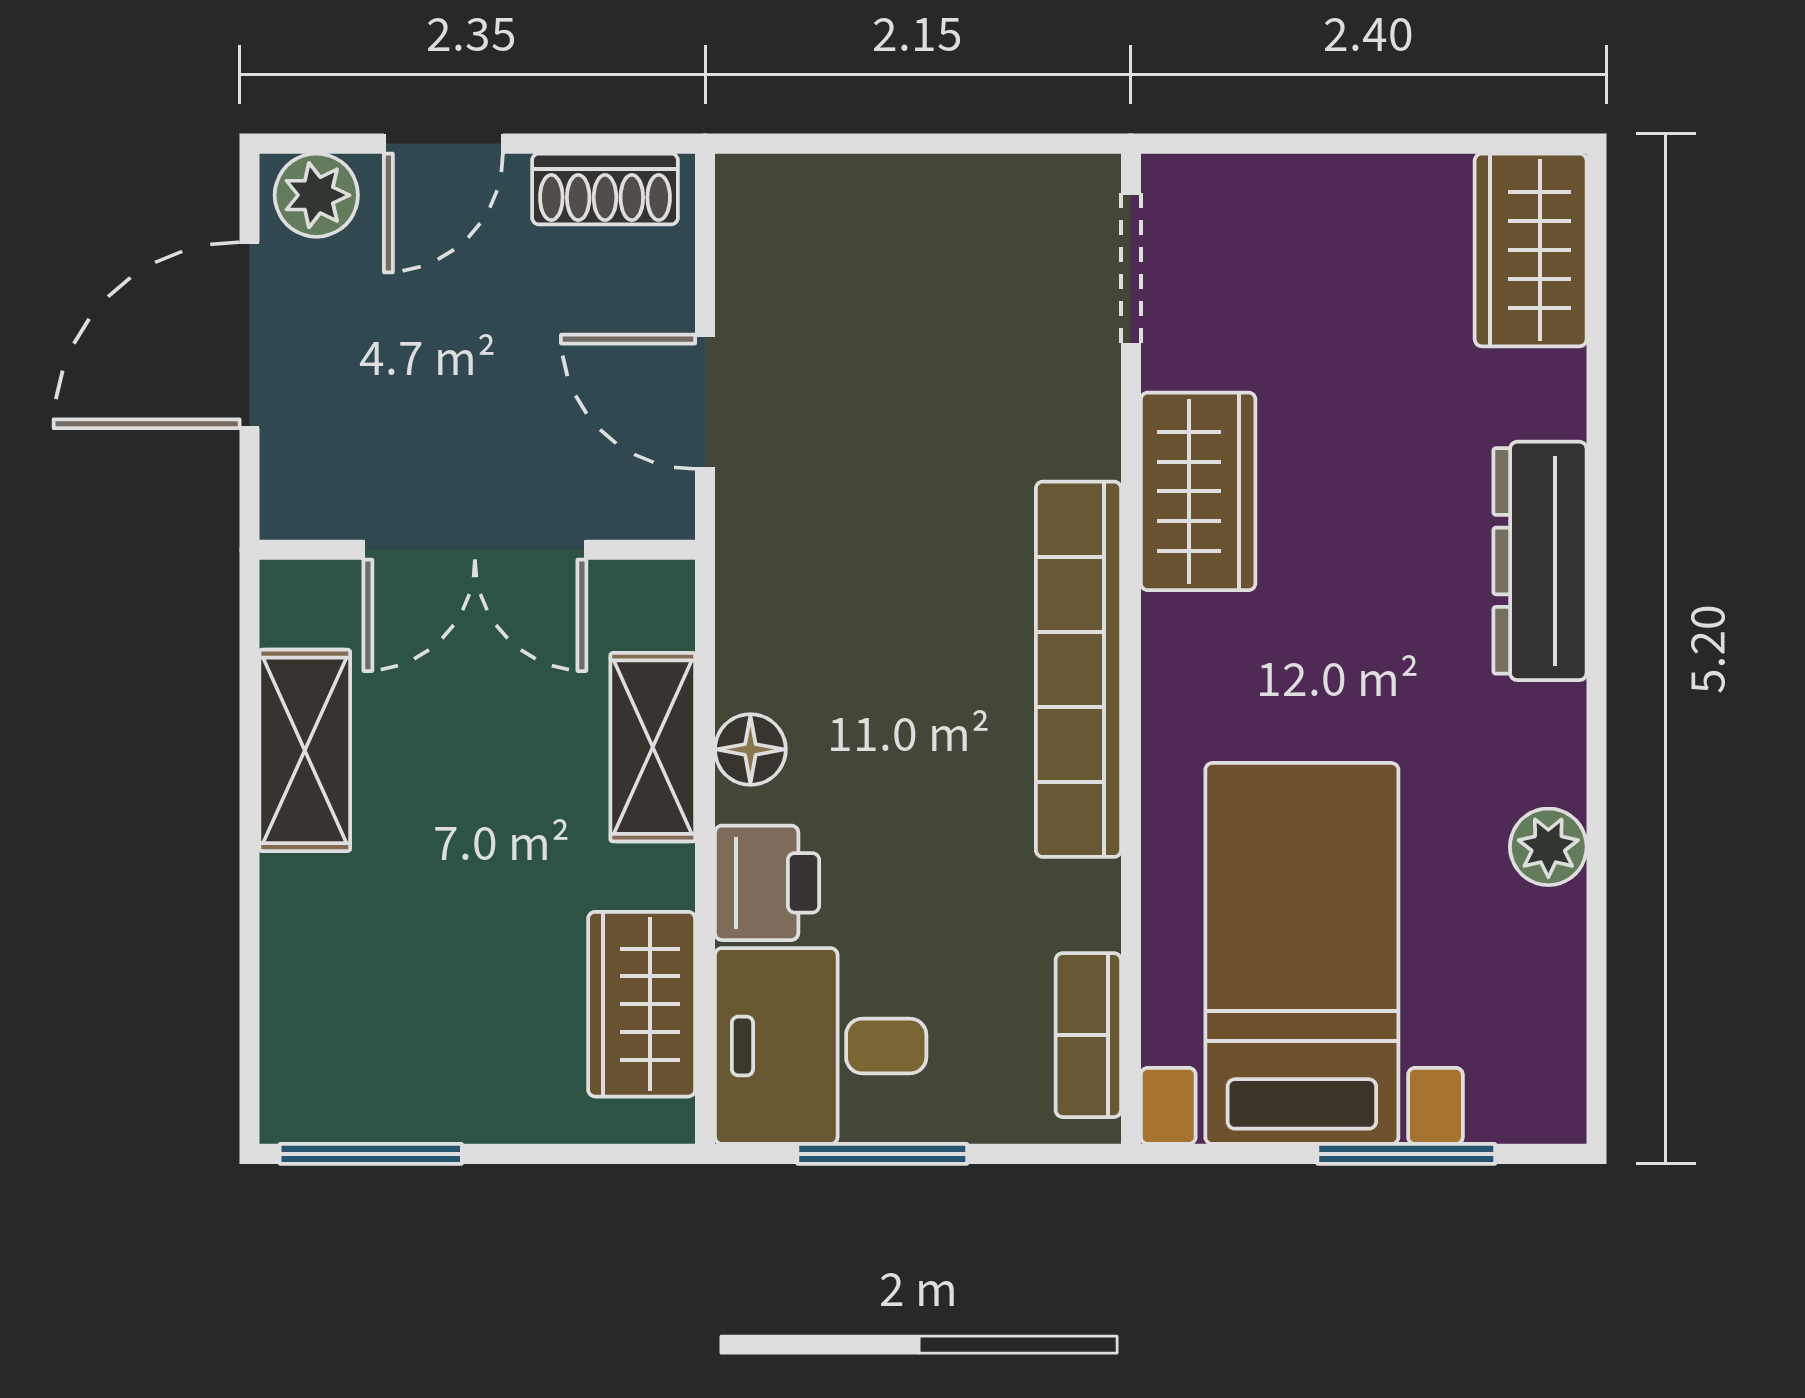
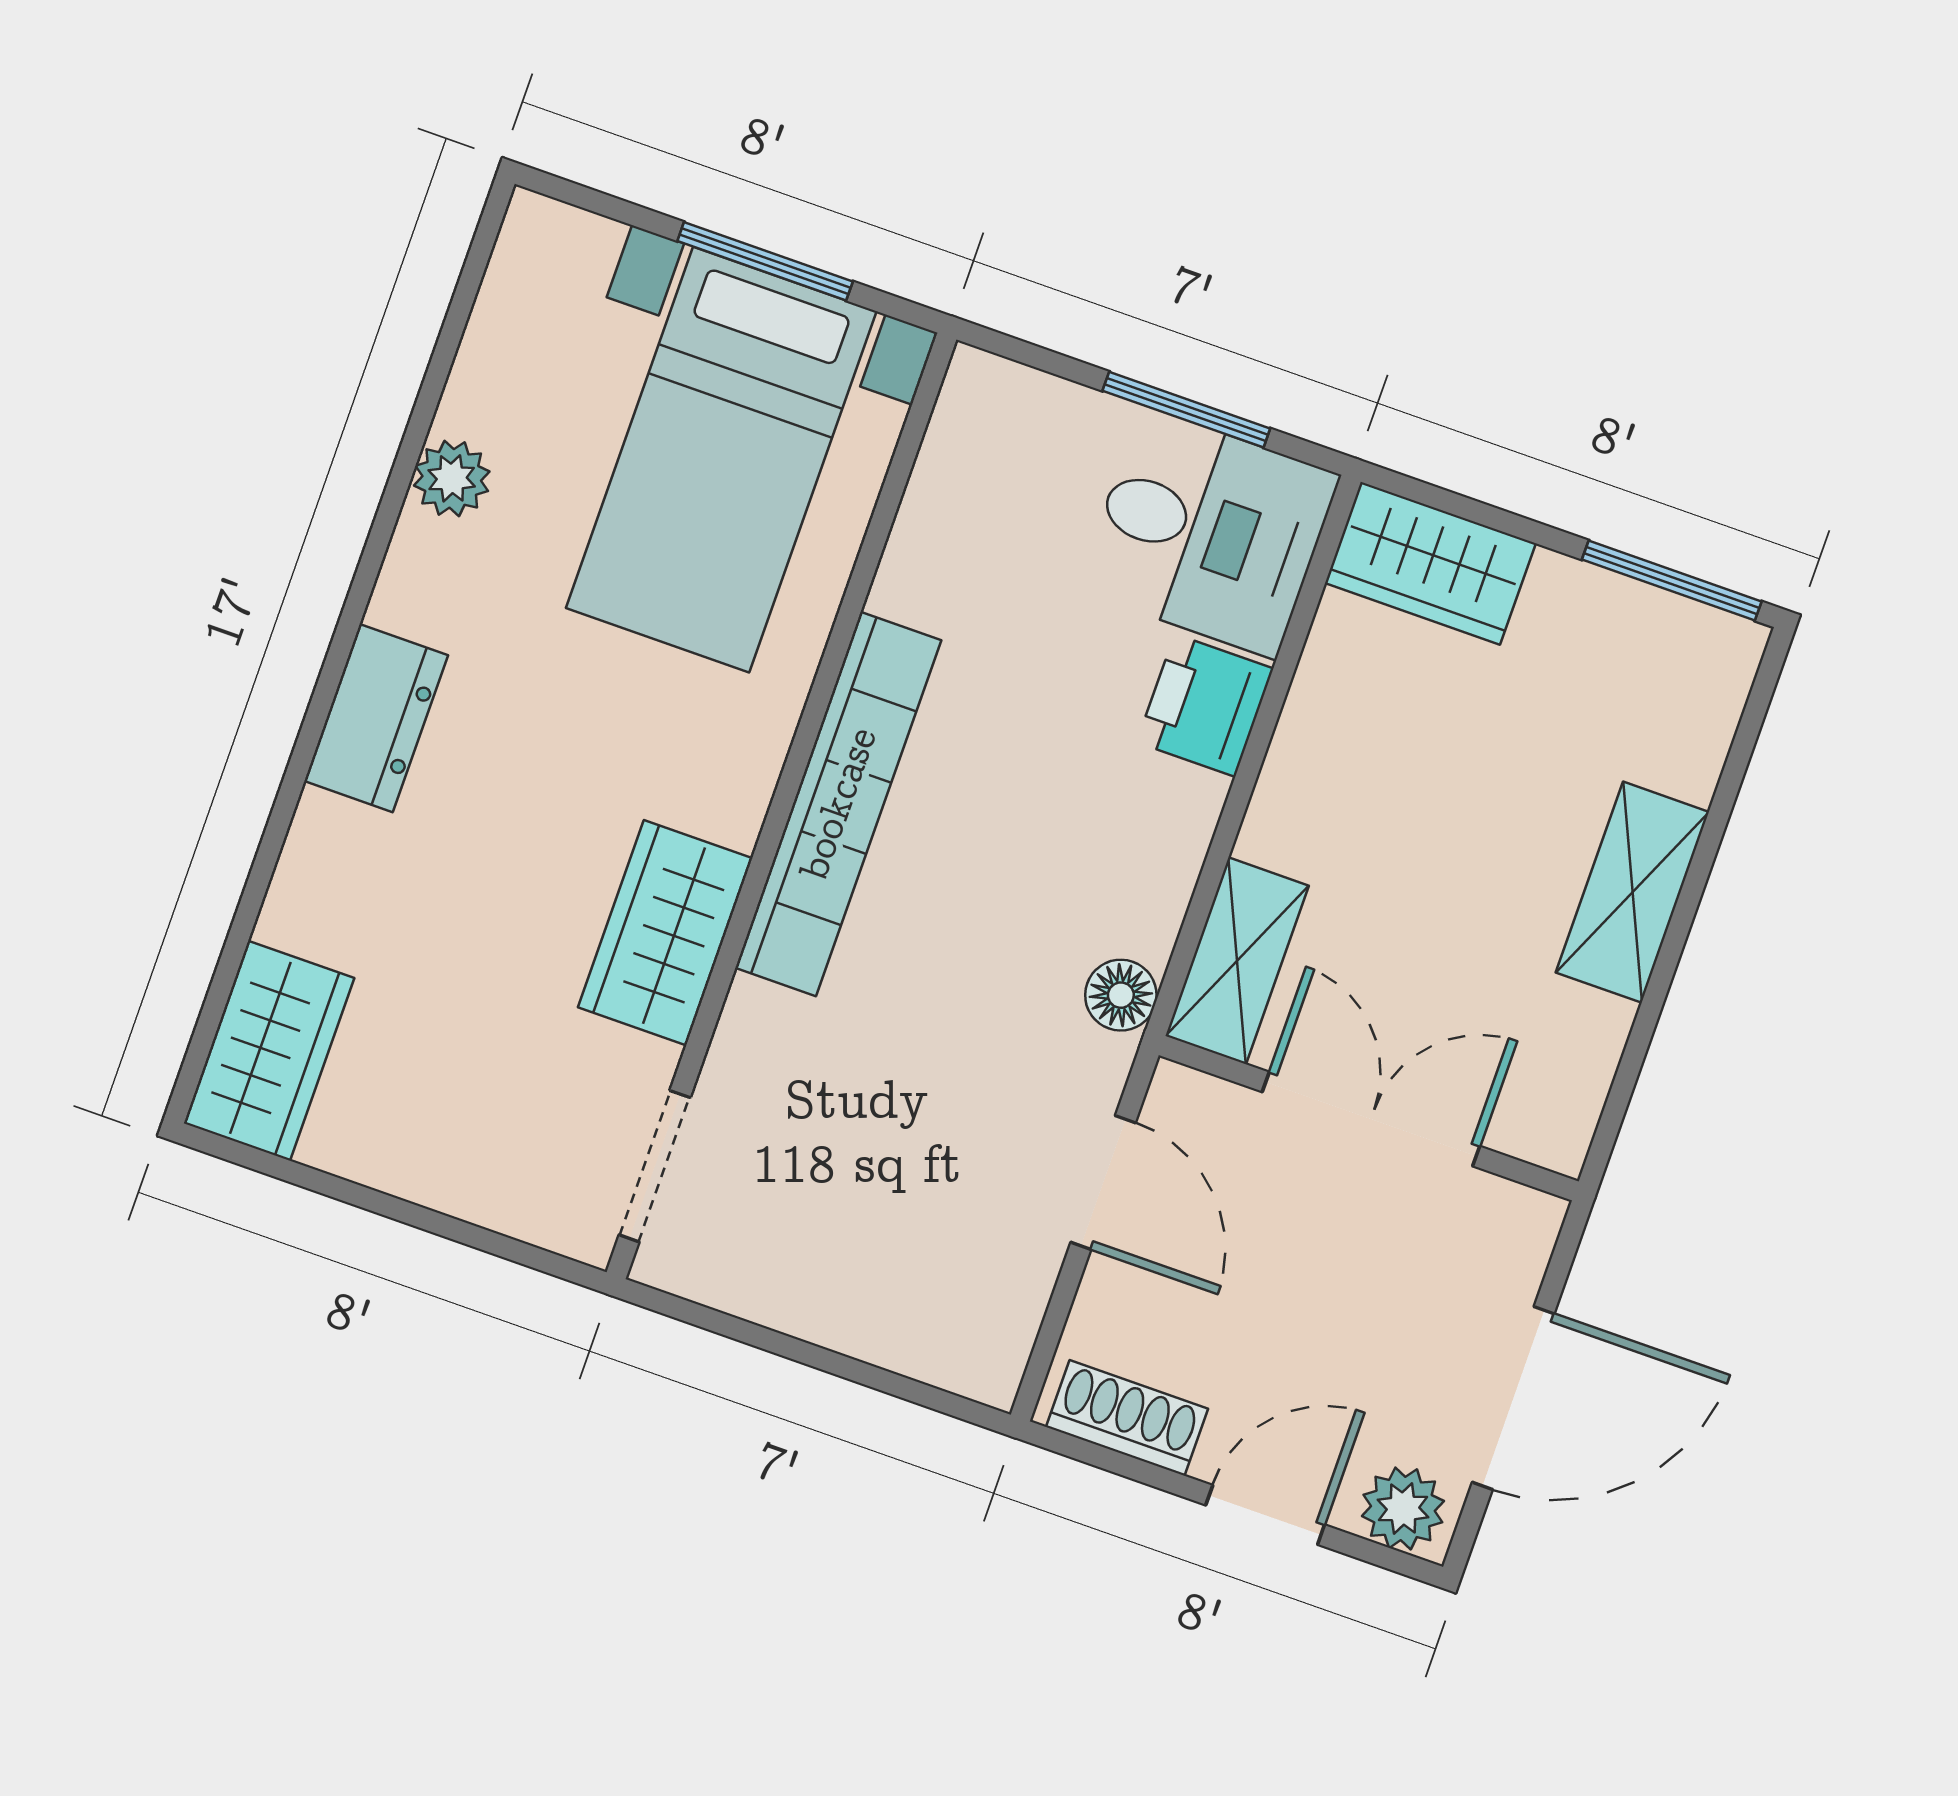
dresser: (1540, 561) -> (376, 718), width x0.70
shelving: (653, 747) -> (1237, 961), moved
floor lamp: (750, 749) -> (1121, 995), moved
shelving: (305, 750) -> (1632, 892), moved
wardrobe: (642, 1004) -> (1430, 563), moved, turned 90
bookcase: (1088, 1035) -> (951, 454), removed
window: (1406, 1154) -> (765, 261), moved

